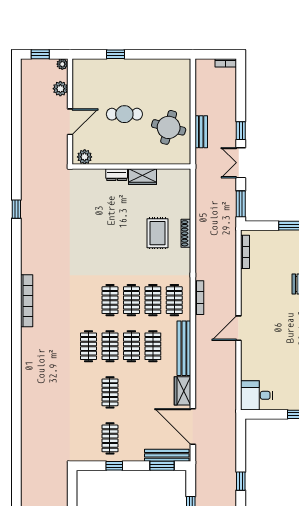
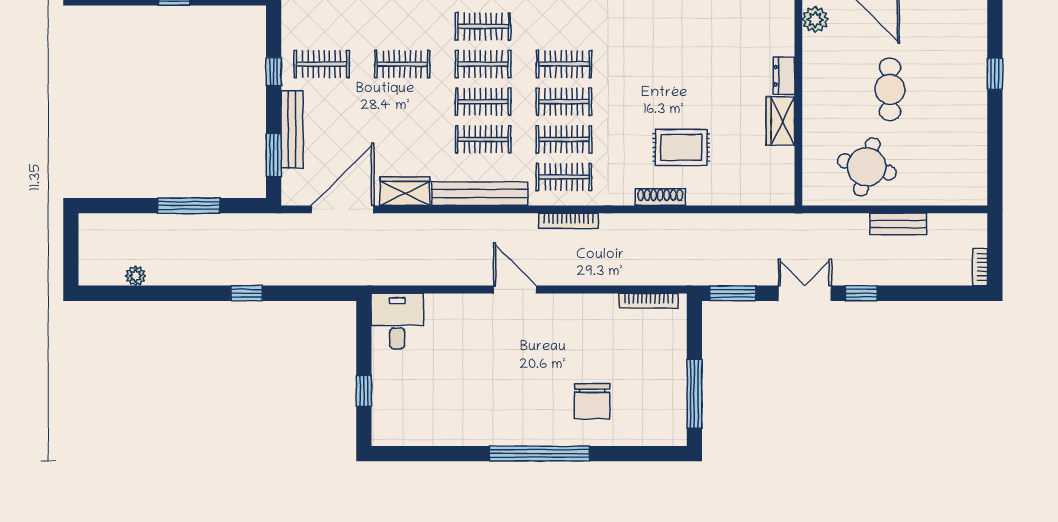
bench: (201, 132) -> (898, 224), moved
shoe rack: (186, 233) -> (660, 197), moved
bench: (167, 455) -> (292, 129), moved

